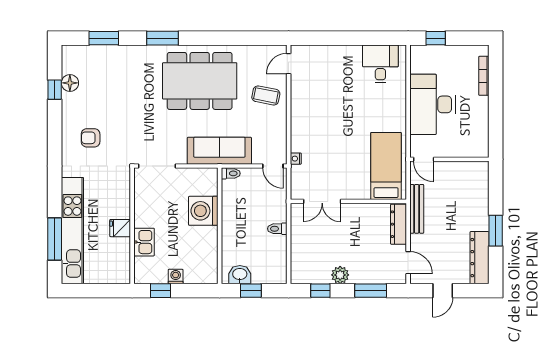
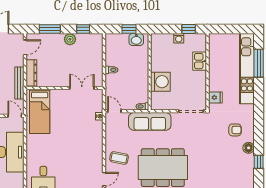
floor lamp: (70, 83) -> (249, 148), moved
fridge: (120, 228) -> (215, 97), moved
door: (408, 263) -> (25, 47), swing flipped

